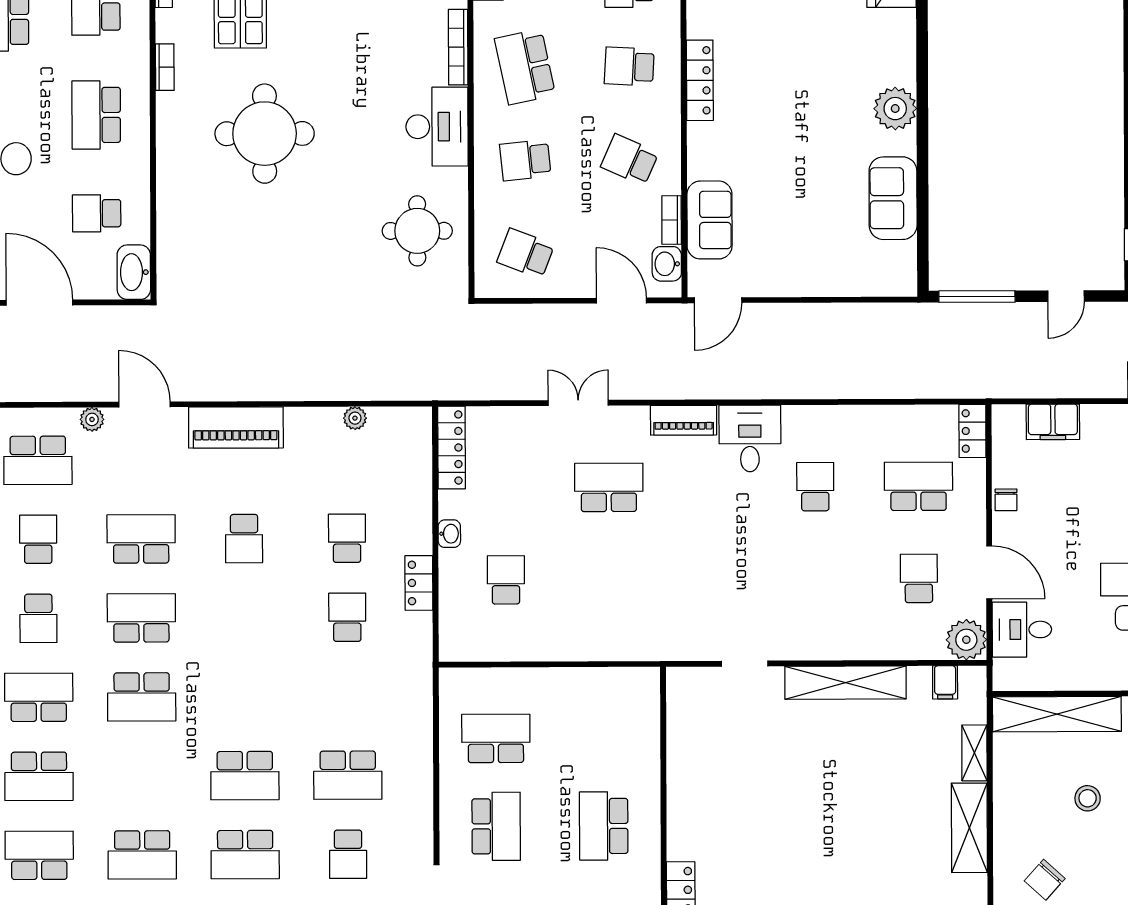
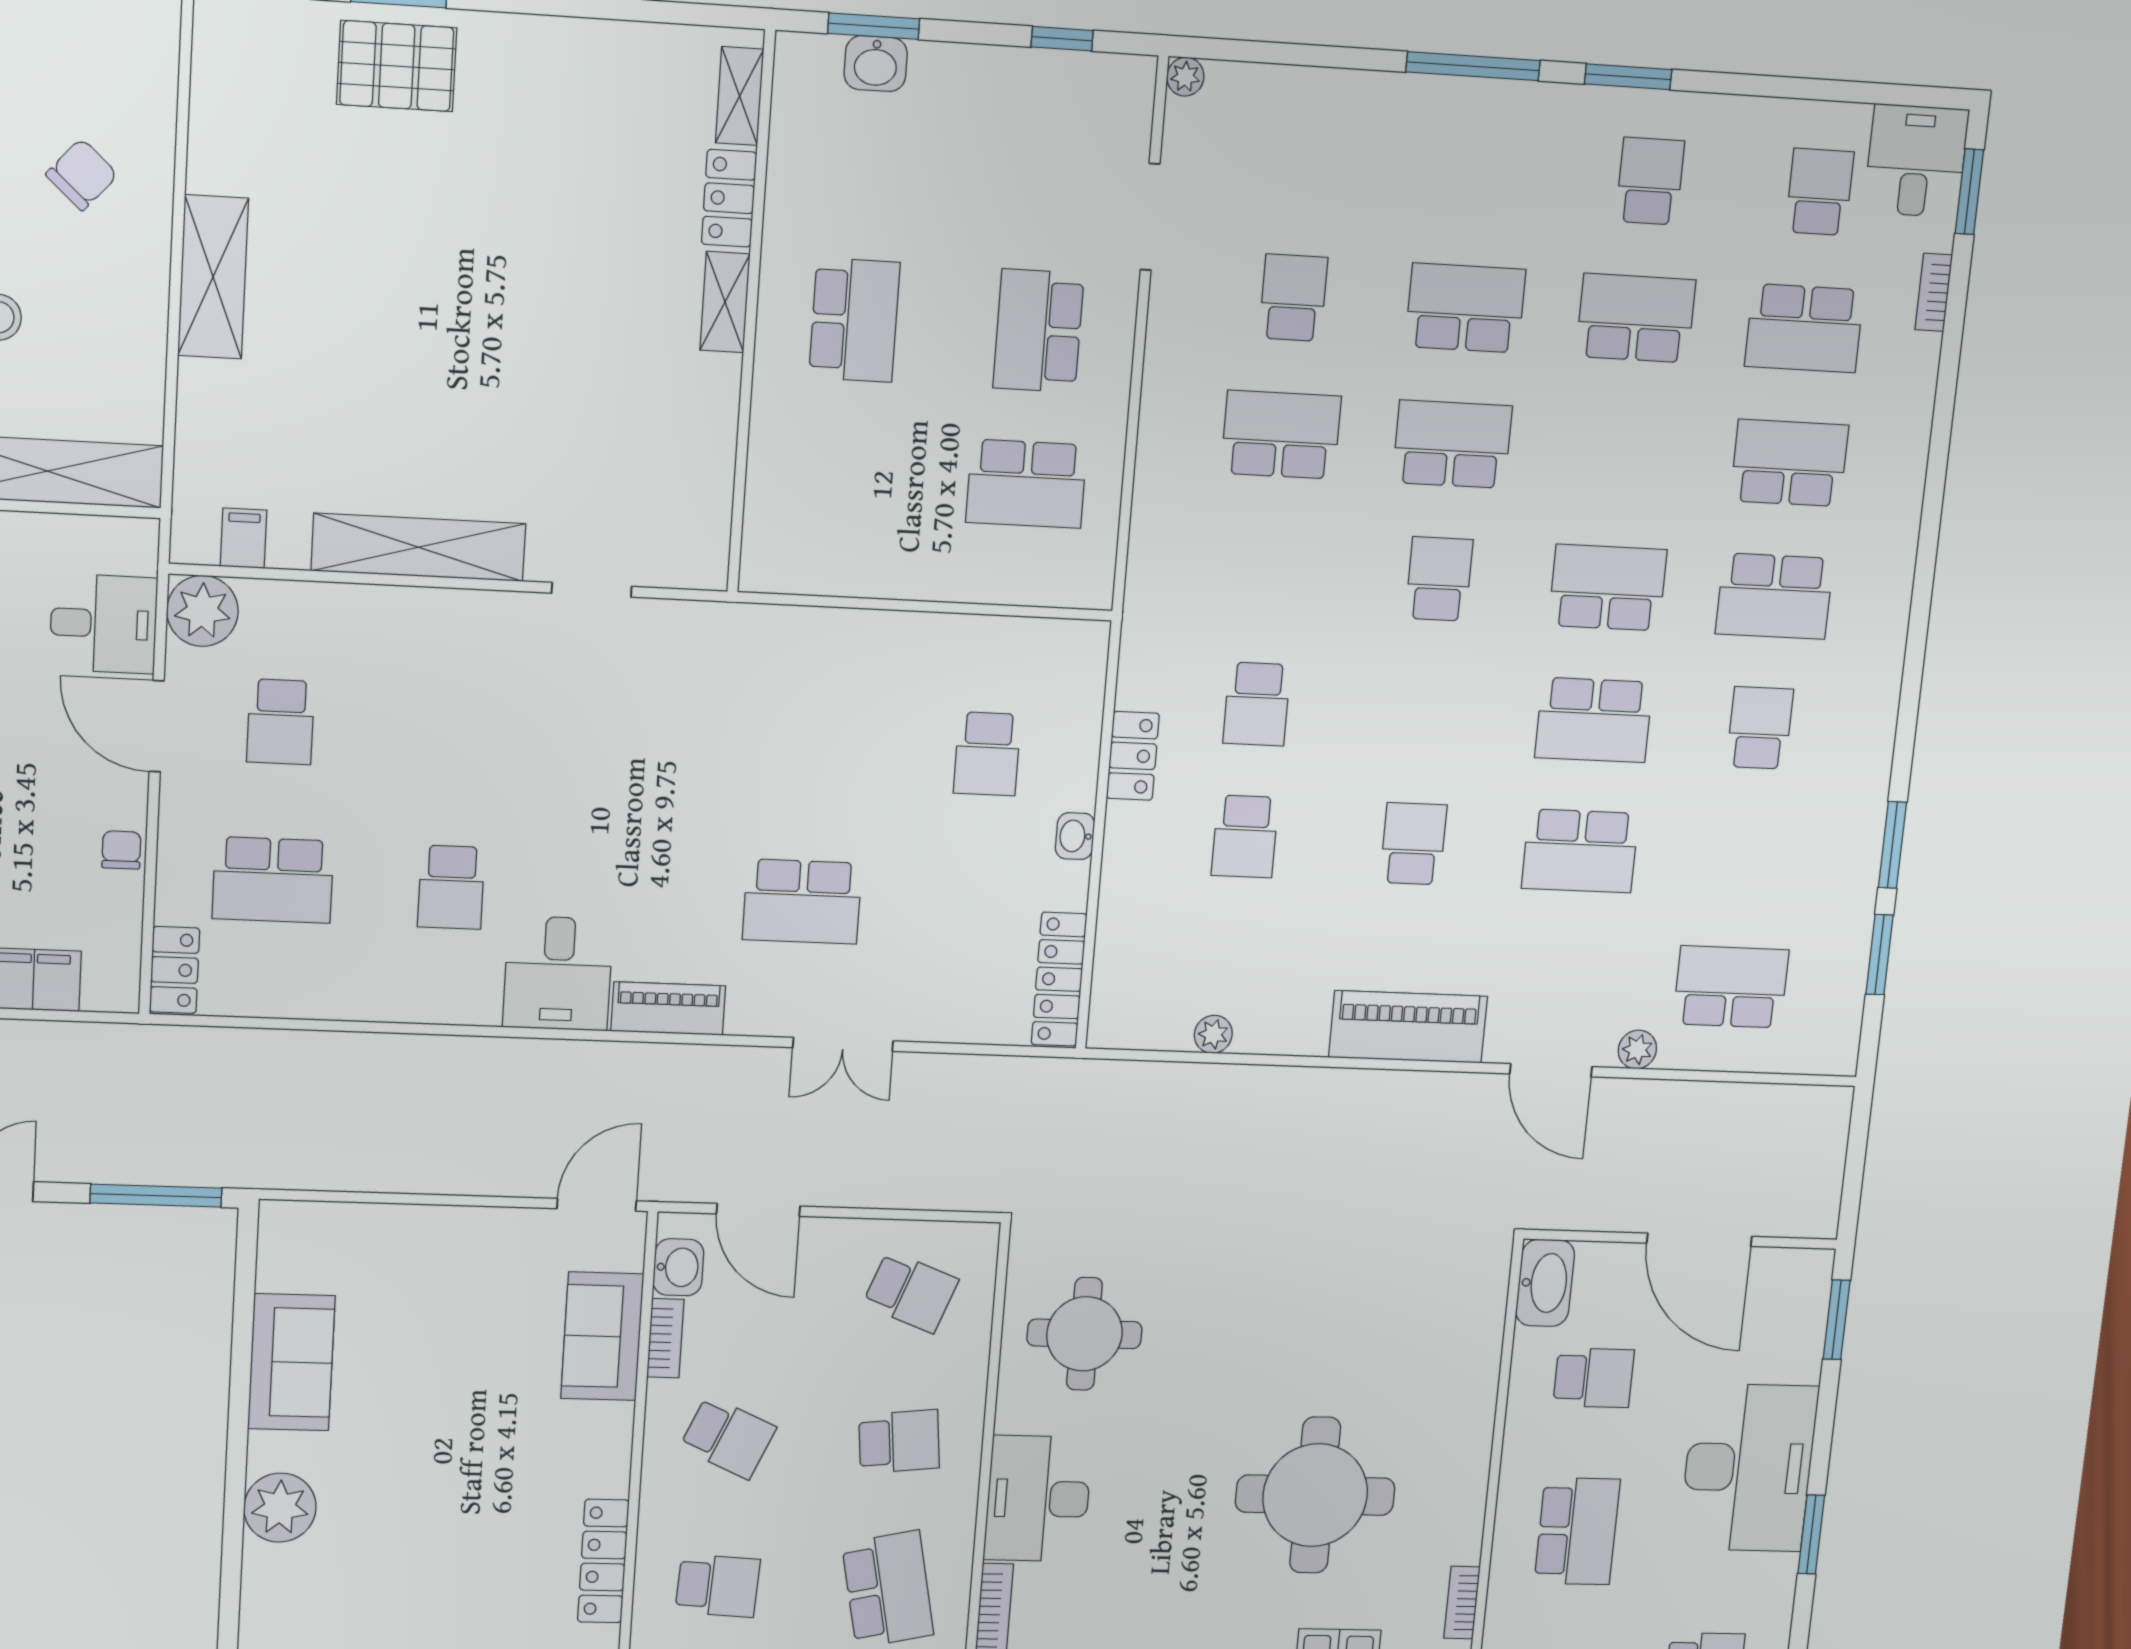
school desk: (38, 539) -> (1439, 579), moved, turned 180
shelving: (974, 753) -> (725, 302), moved

